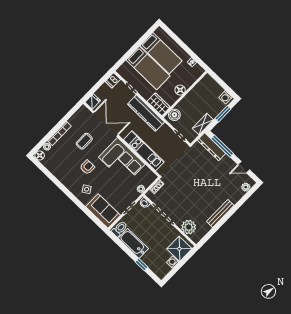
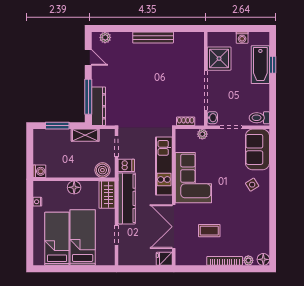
dishwasher: (113, 80) -> (126, 165), moved
washing machine: (226, 97) -> (39, 171), moved
armchair: (87, 167) -> (231, 204), removed
plant: (189, 227) -> (195, 55), removed
bathtub: (133, 243) -> (260, 65), moved
shower: (179, 249) -> (219, 59), moved

